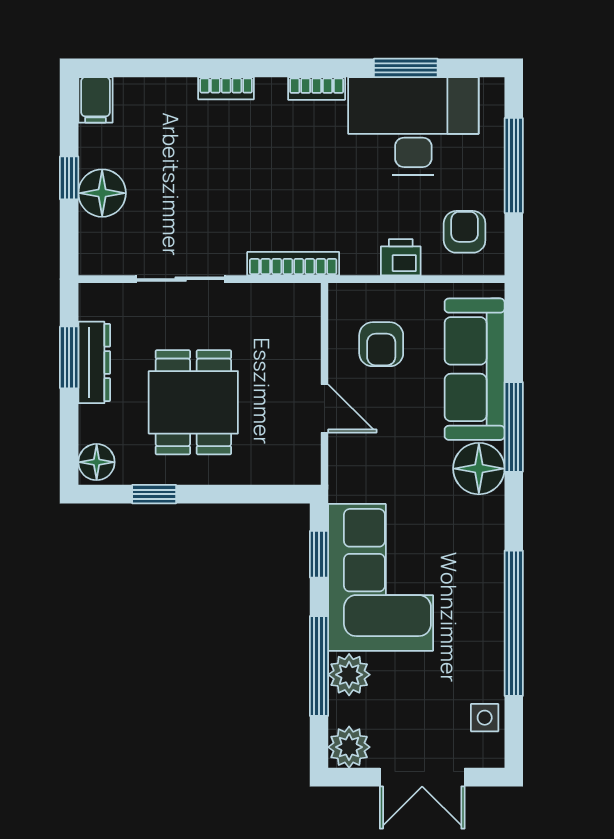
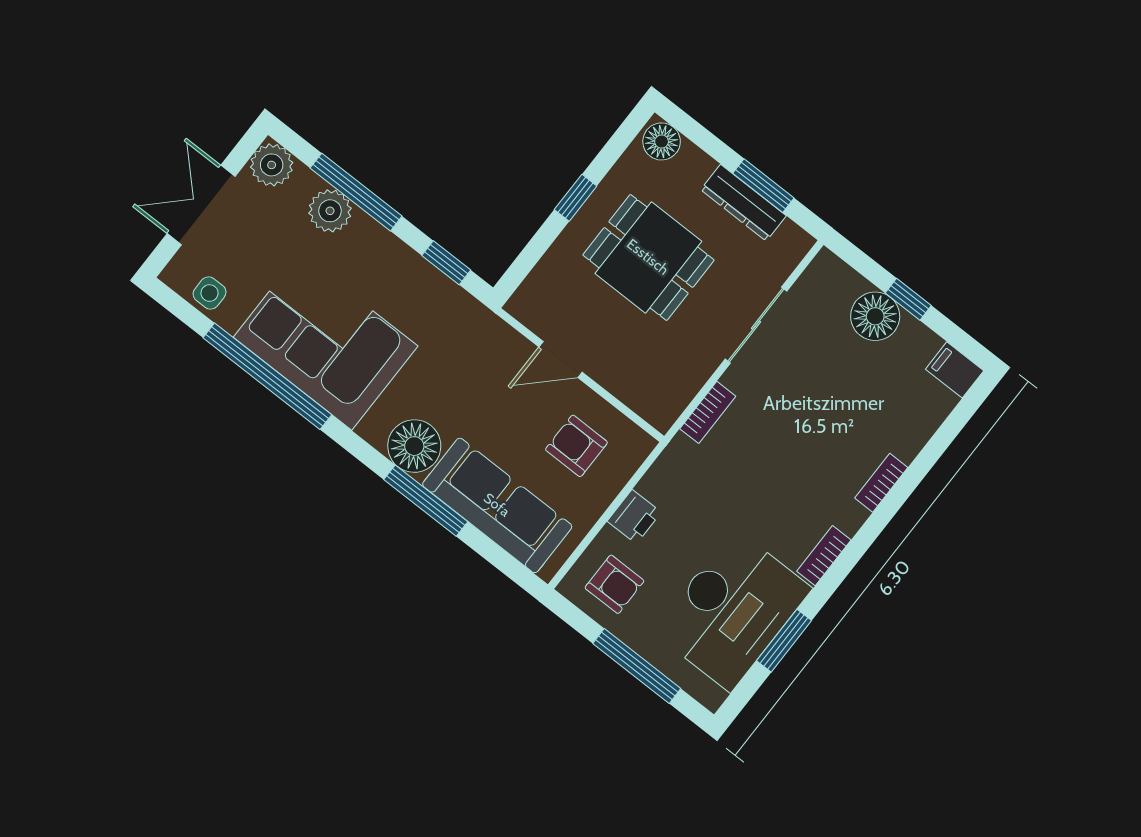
bookcase: (293, 264) -> (708, 412), width x0.64
window: (154, 494) -> (576, 198), moved
corner sofa: (381, 577) -> (326, 342), moved, turned 180

